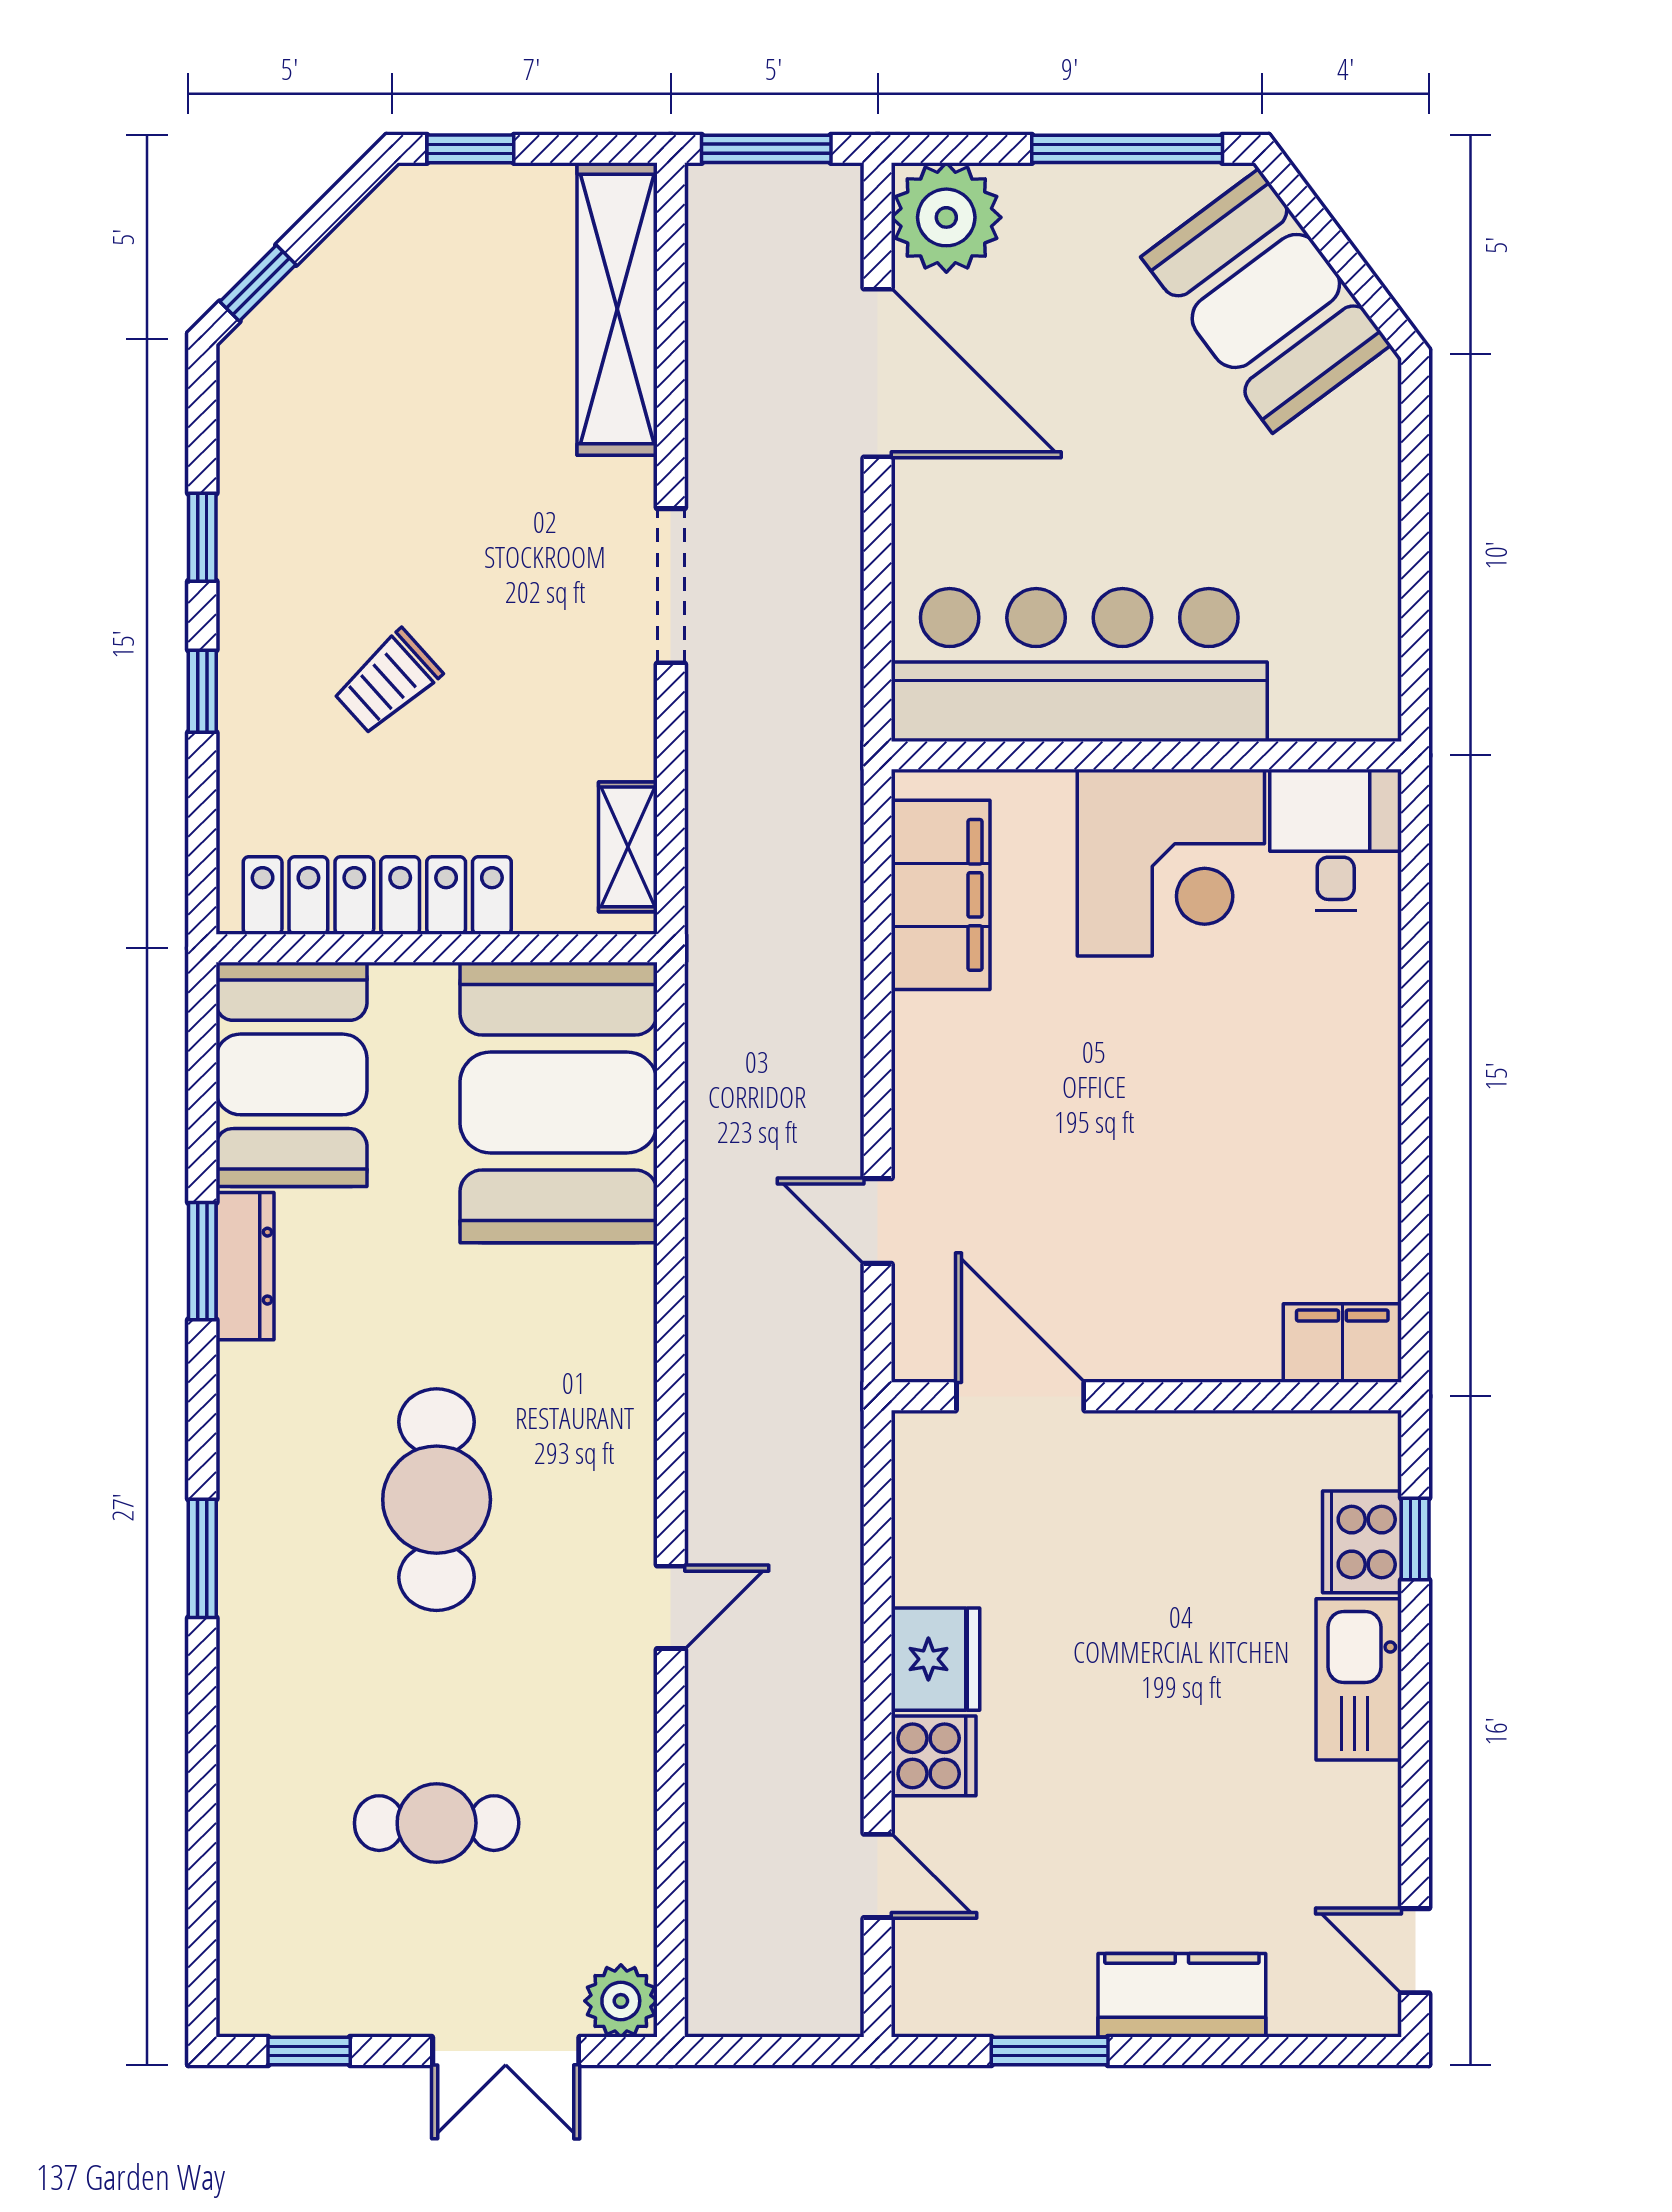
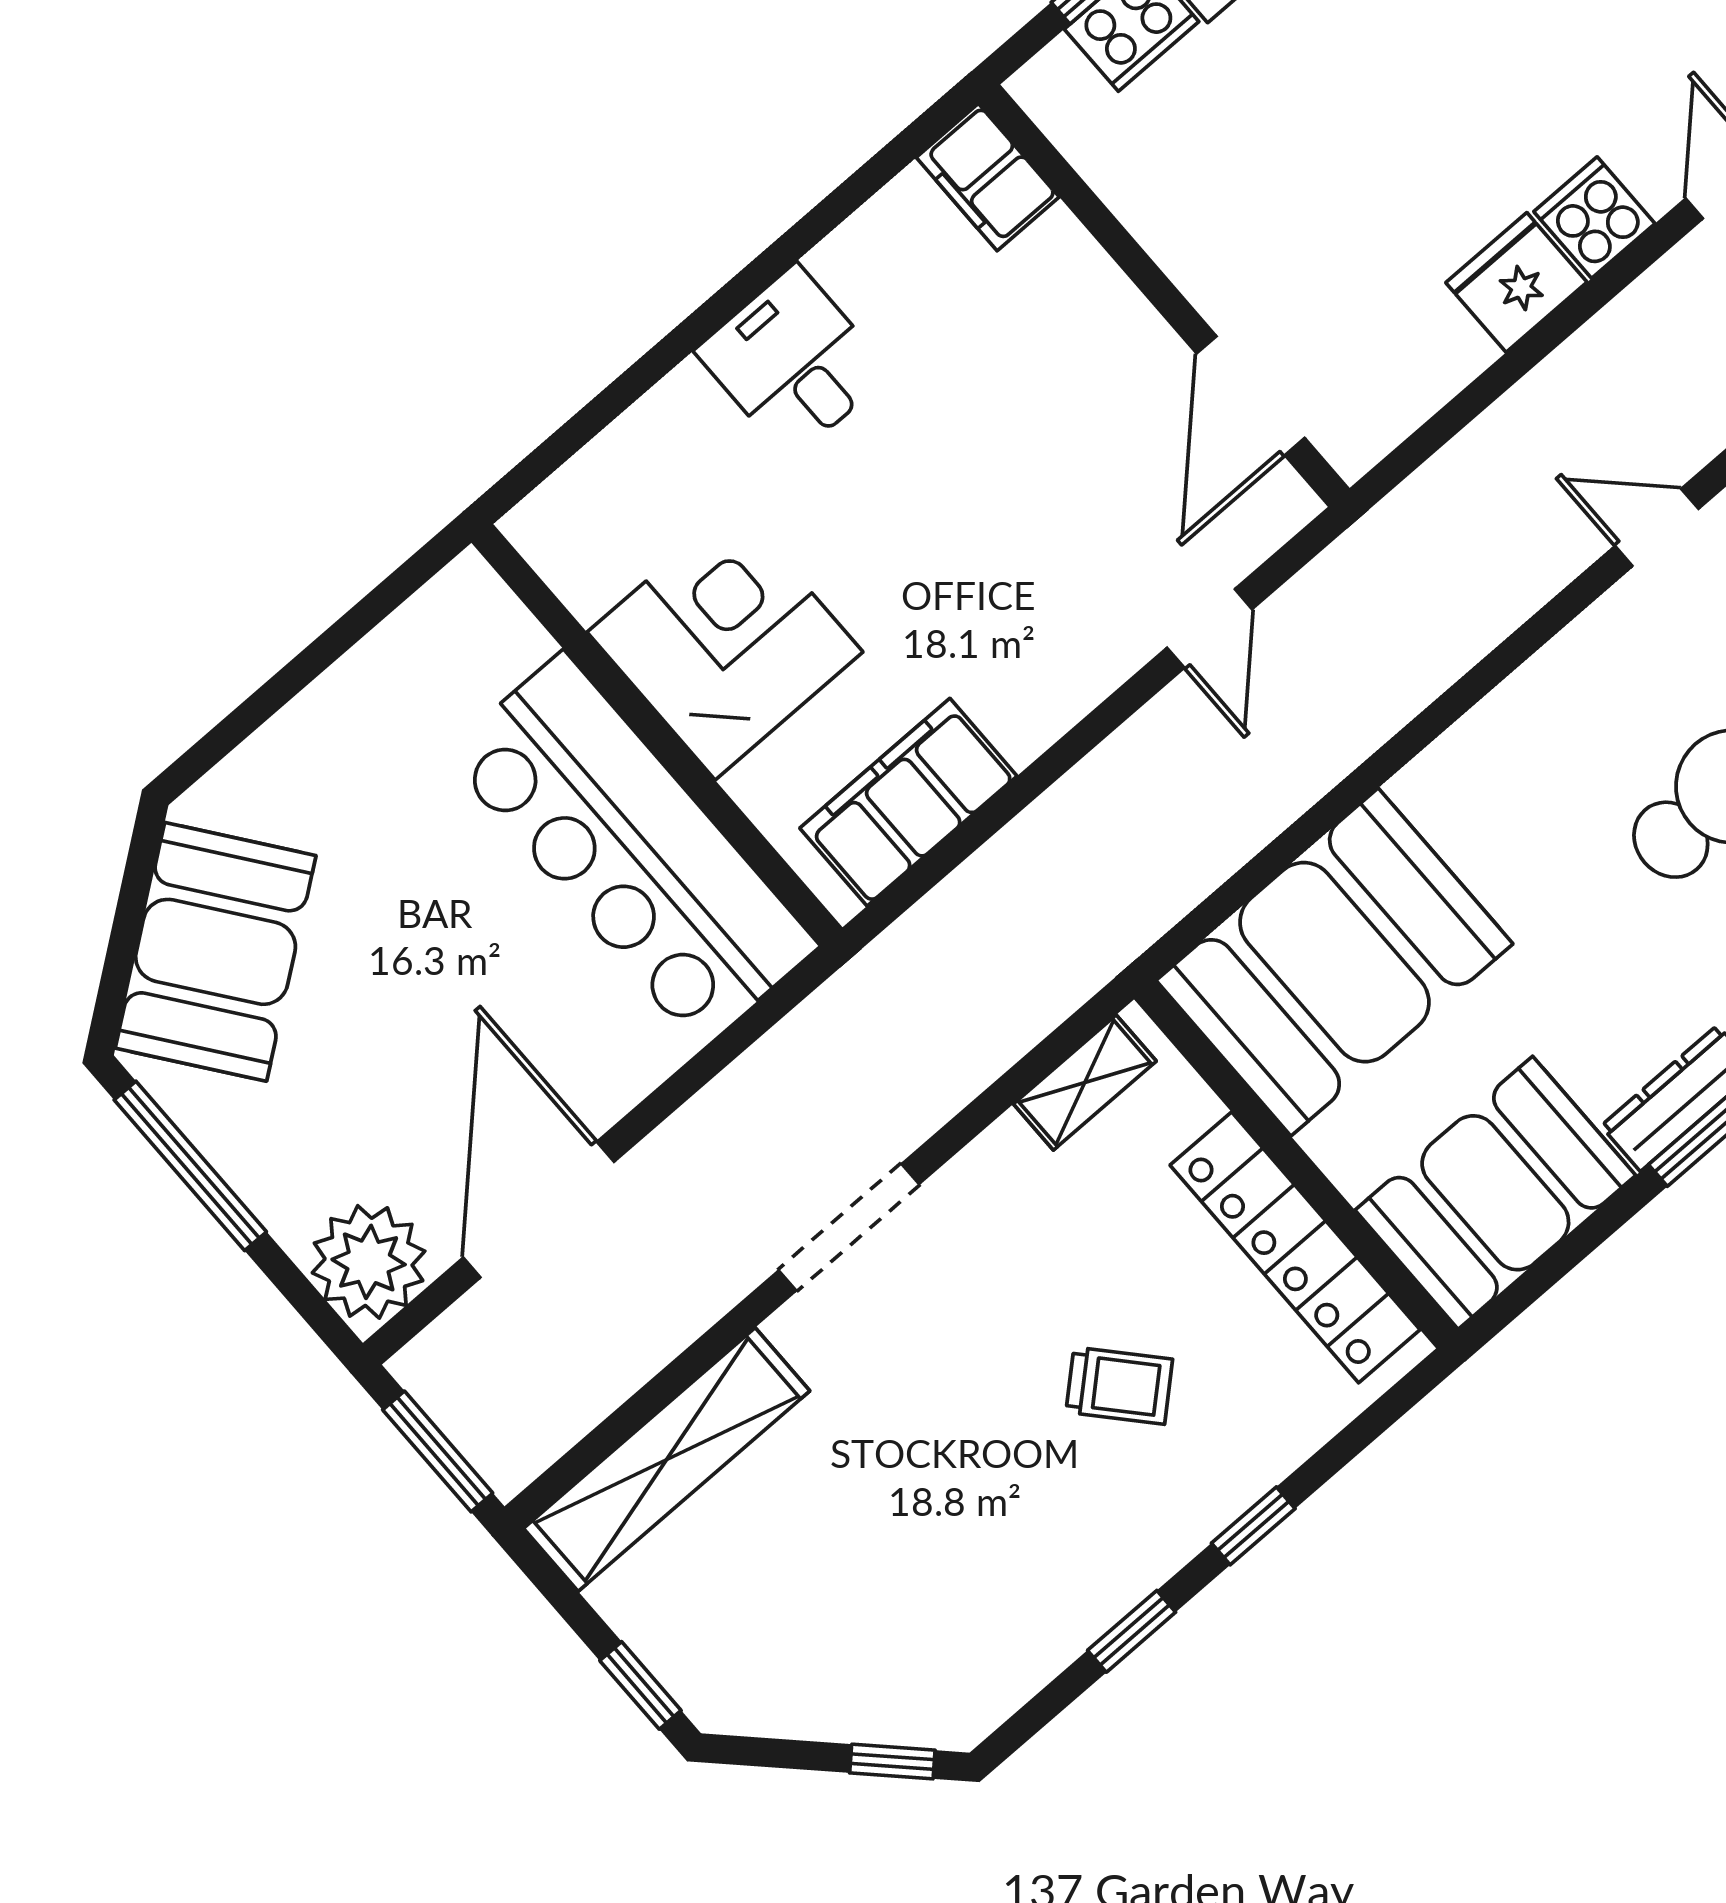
desk: (1336, 840) -> (793, 362), moved, turned 90

